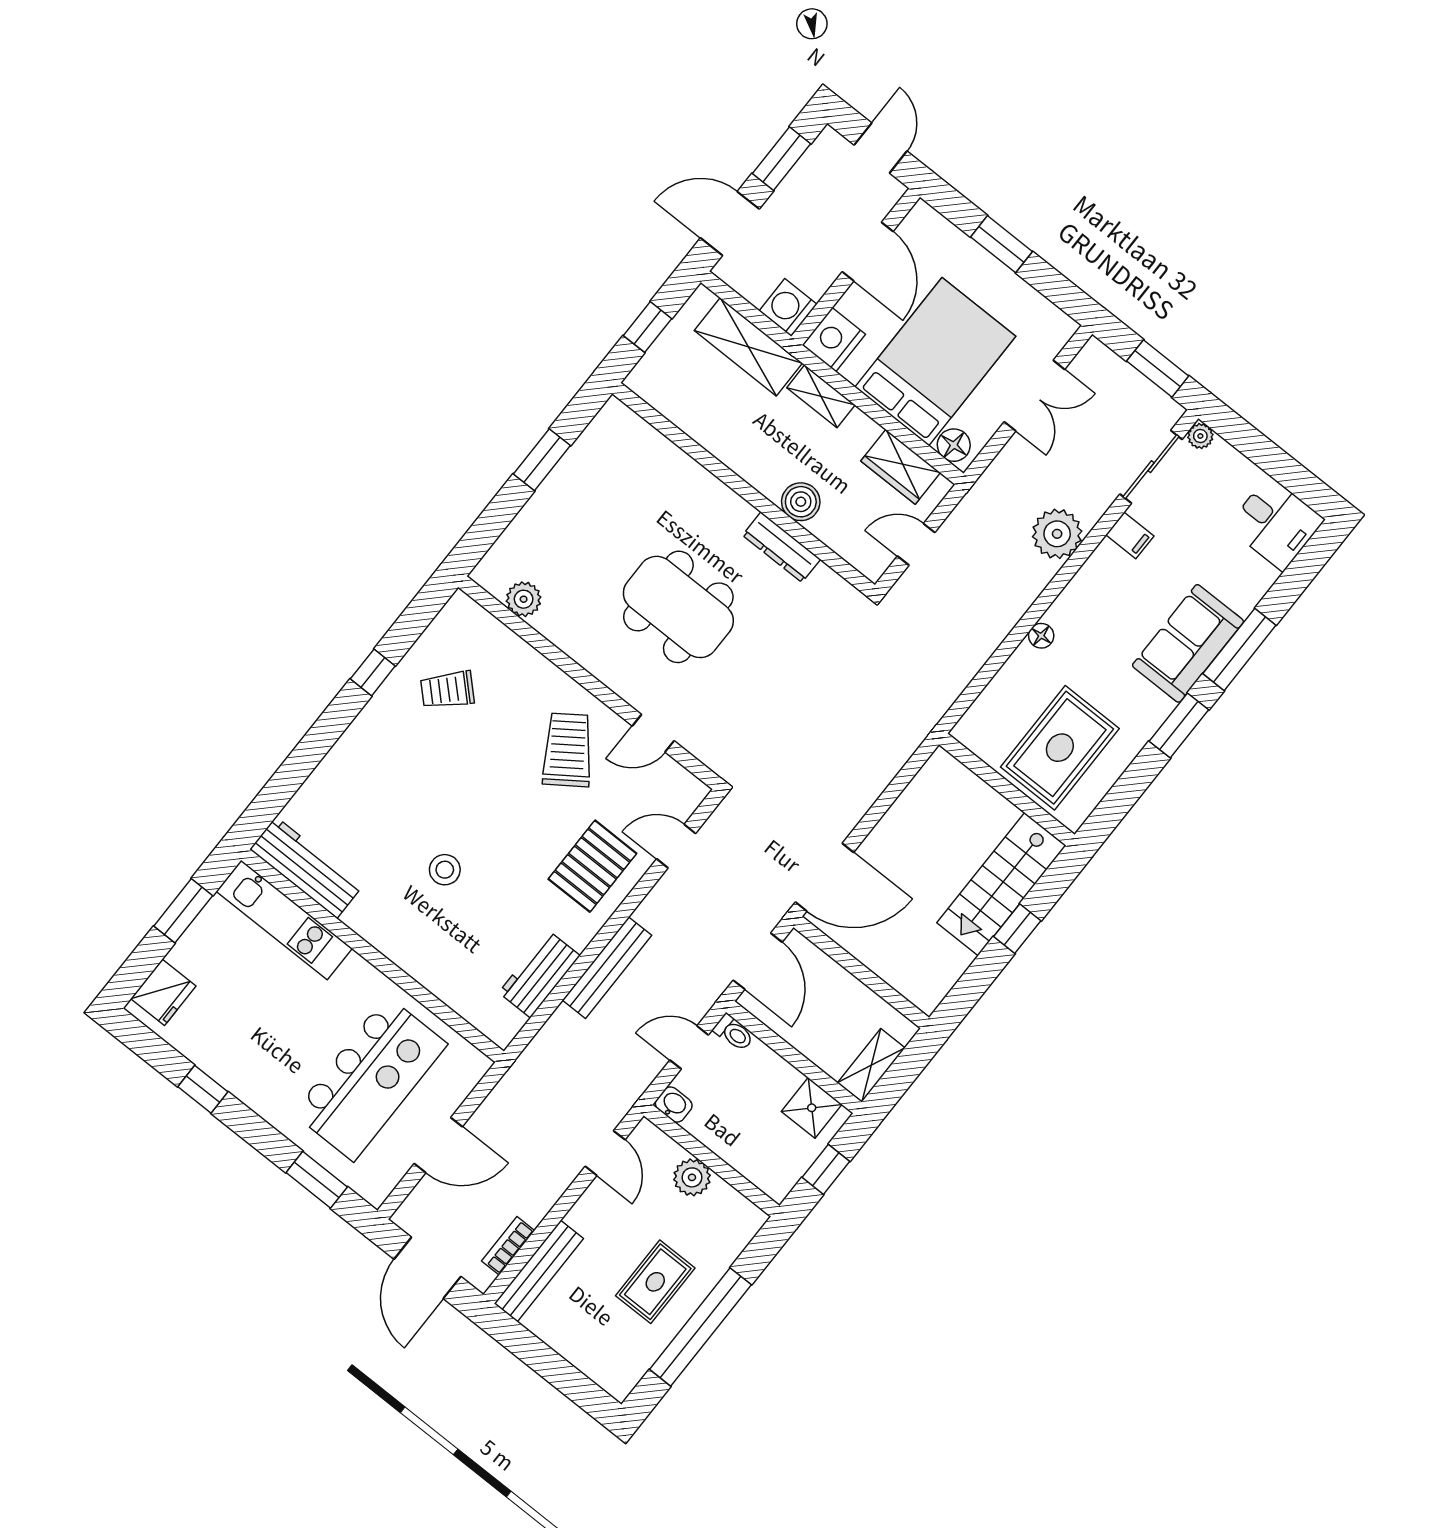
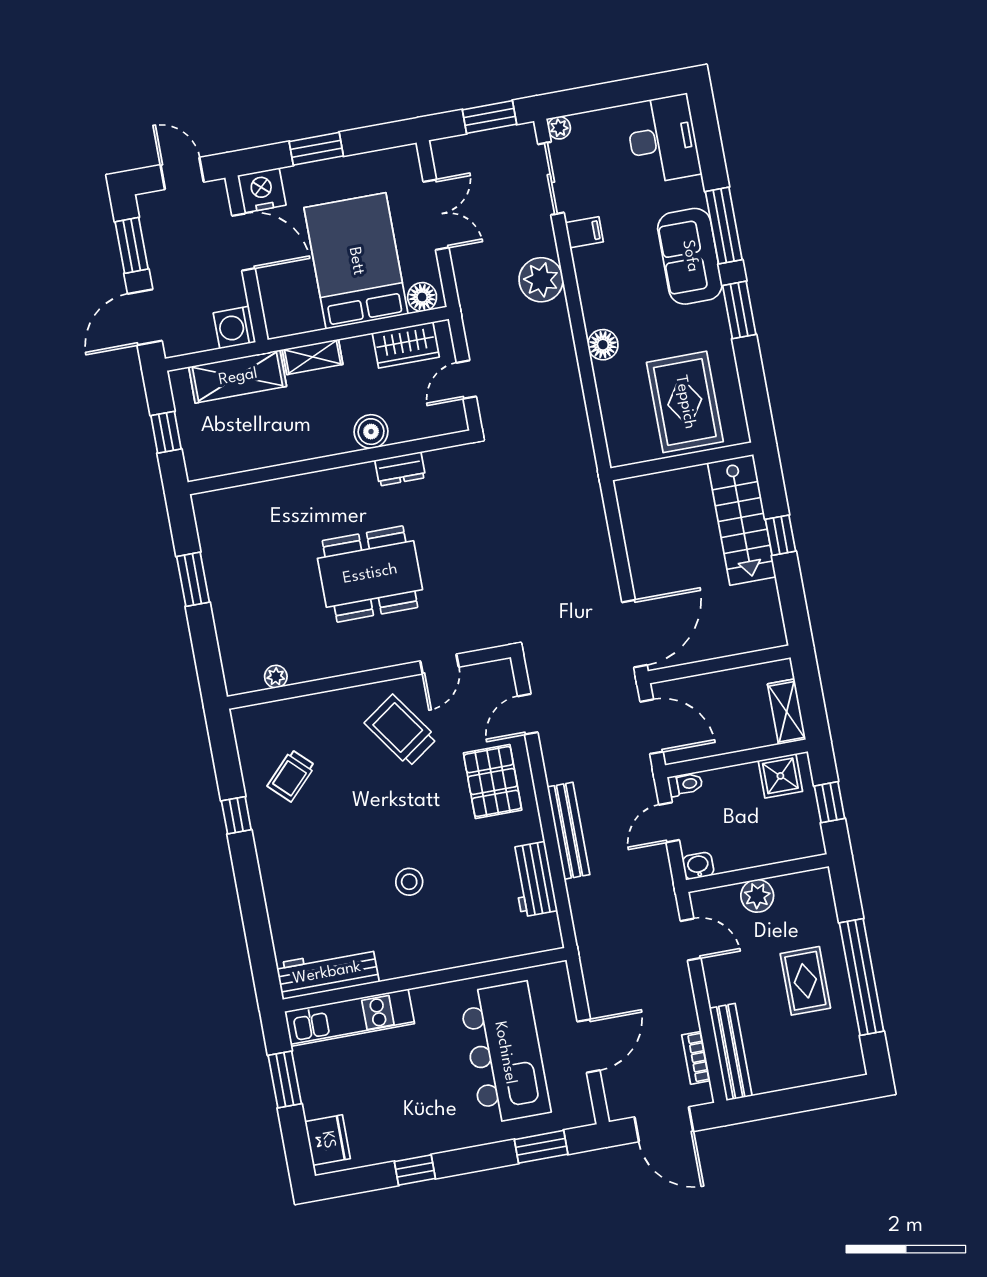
nightstand: (834, 340) -> (262, 190), moved, turned 90
desk: (1276, 523) -> (663, 139), width x1.37
dresser: (782, 547) -> (400, 469), width x0.70
plant: (524, 599) -> (276, 677), width x0.73, depth x0.73
floor lamp: (1041, 636) -> (603, 345), width x1.37, depth x1.37

